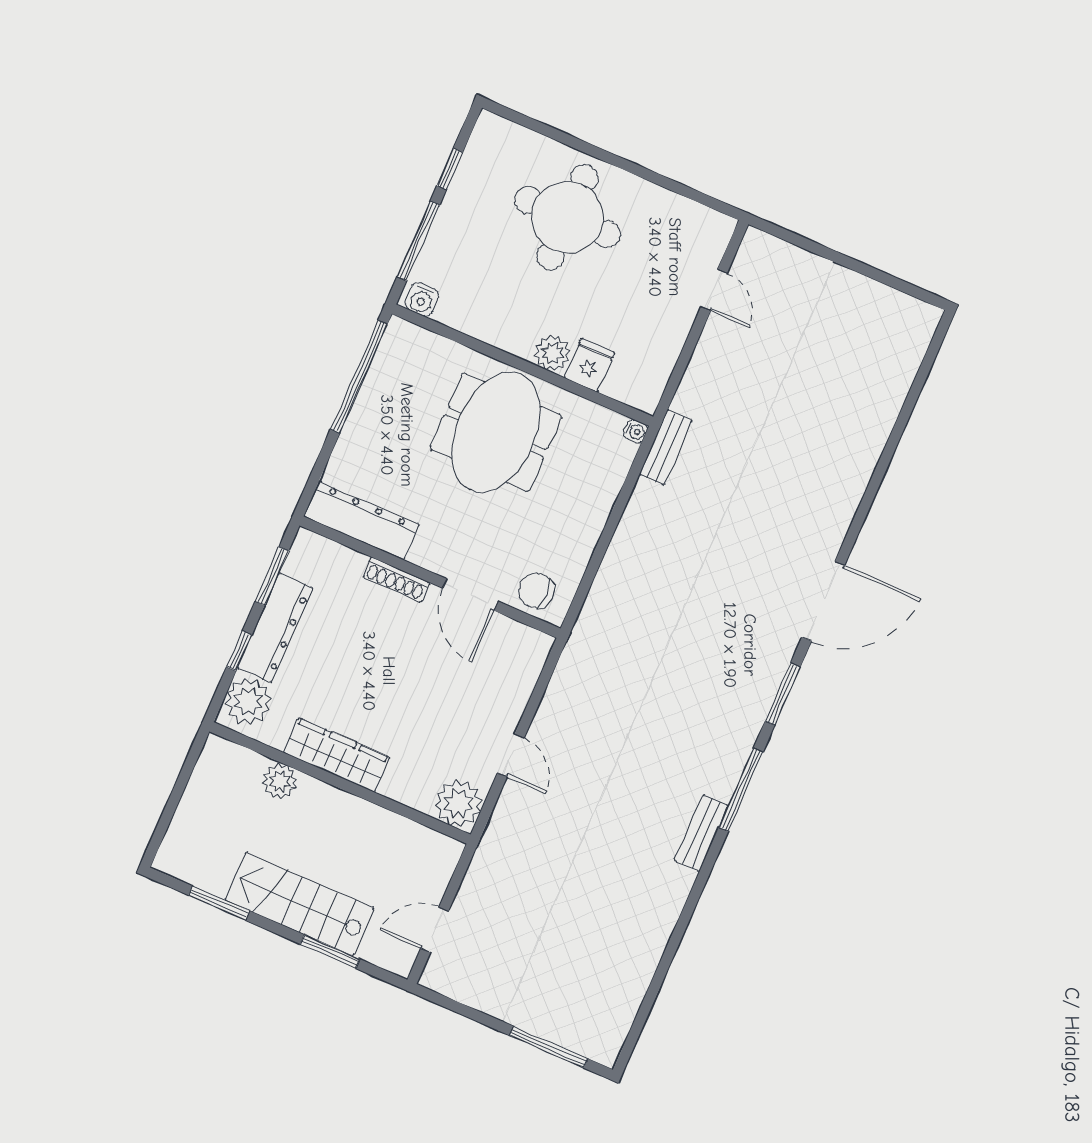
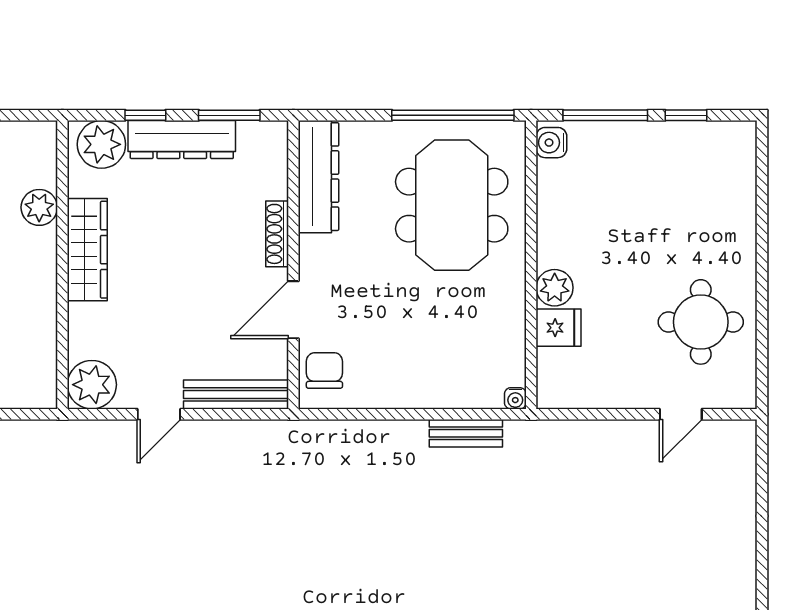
round table: (567, 217) -> (701, 322), moved, width x0.73, depth x0.73
meeting table: (496, 432) -> (452, 205), moved, turned 90
bench: (665, 447) -> (466, 433), moved
bench: (523, 679) -> (236, 394), added

